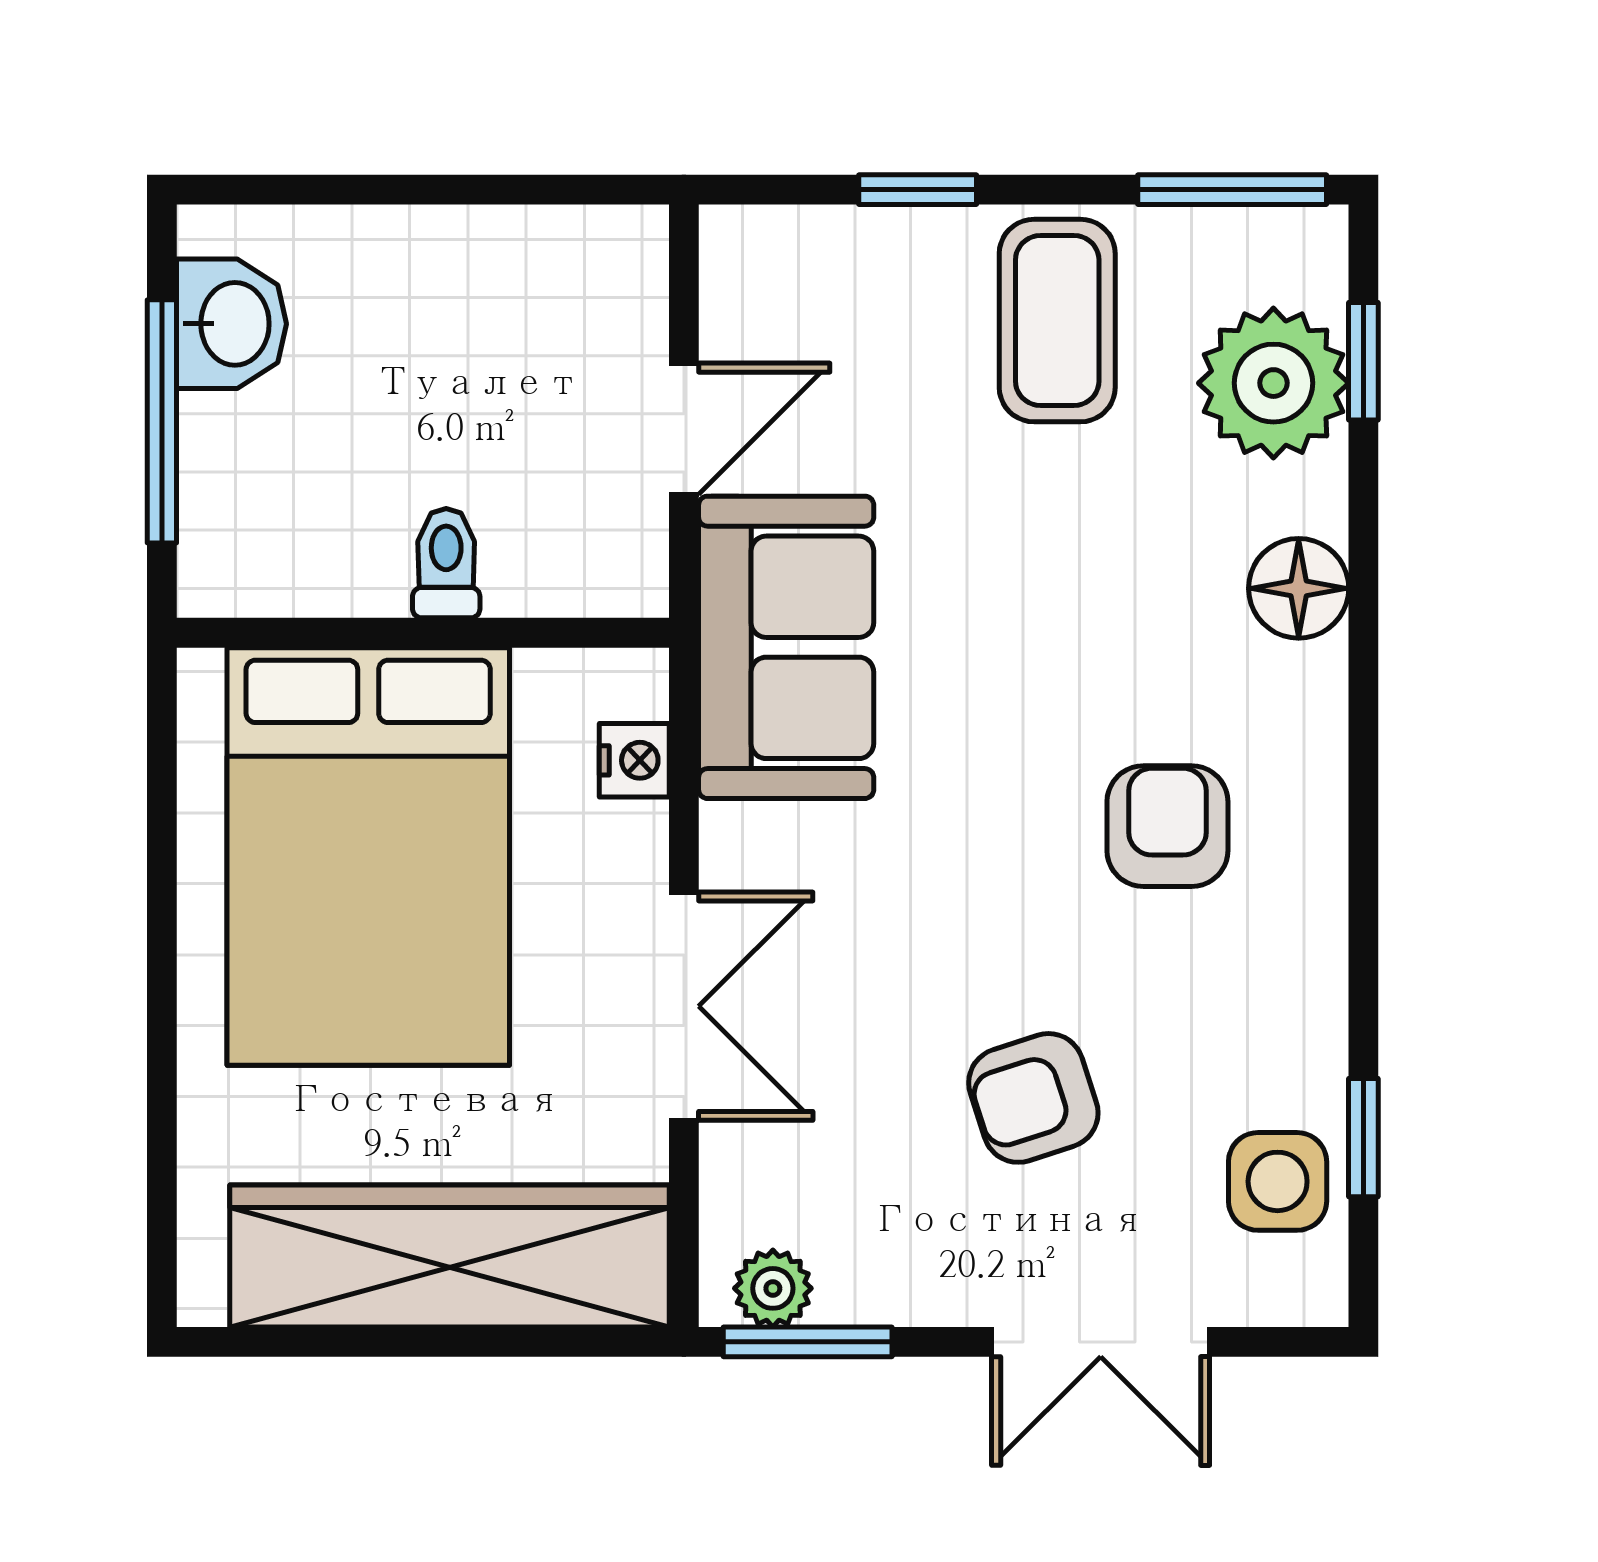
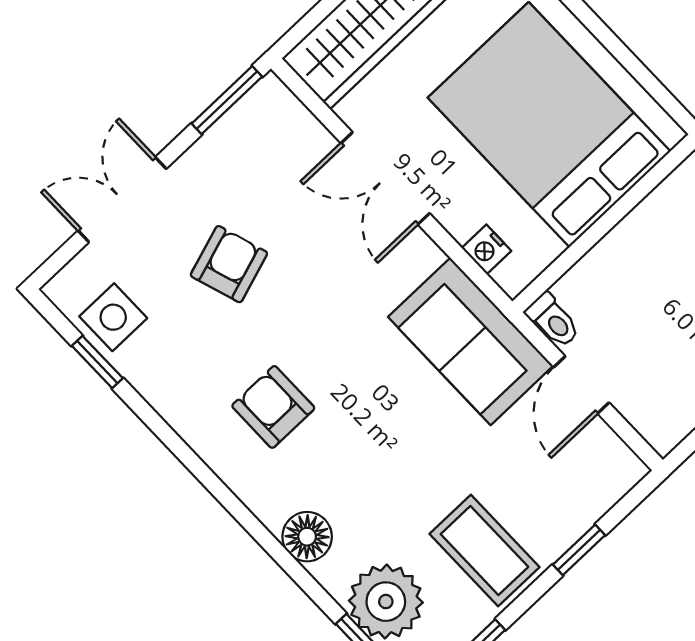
toilet: (446, 563) -> (553, 320), moved
armchair: (1167, 826) -> (273, 407), turned 180
plant: (773, 1288) -> (258, 107), removed

